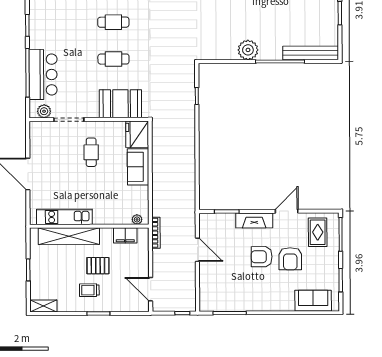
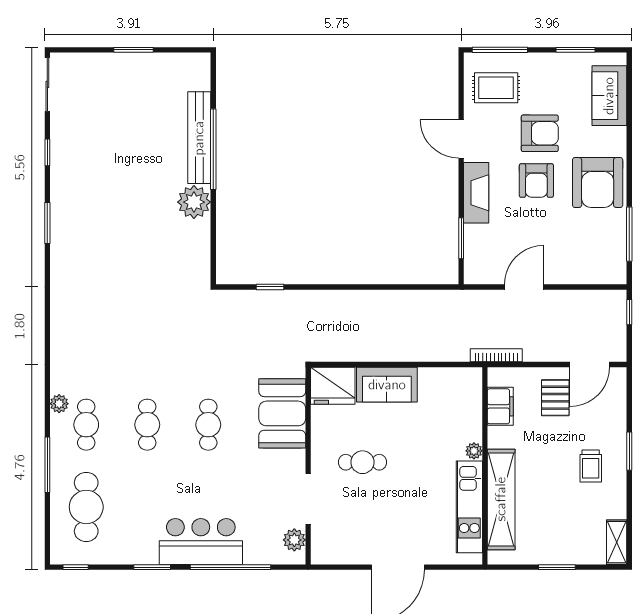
bench: (311, 53) -> (199, 138), moved
bar counter: (43, 75) -> (201, 541), moved
plant: (137, 219) -> (474, 451), moved
pallet: (98, 266) -> (555, 398), moved
armchair: (261, 294) -> (598, 183), added

